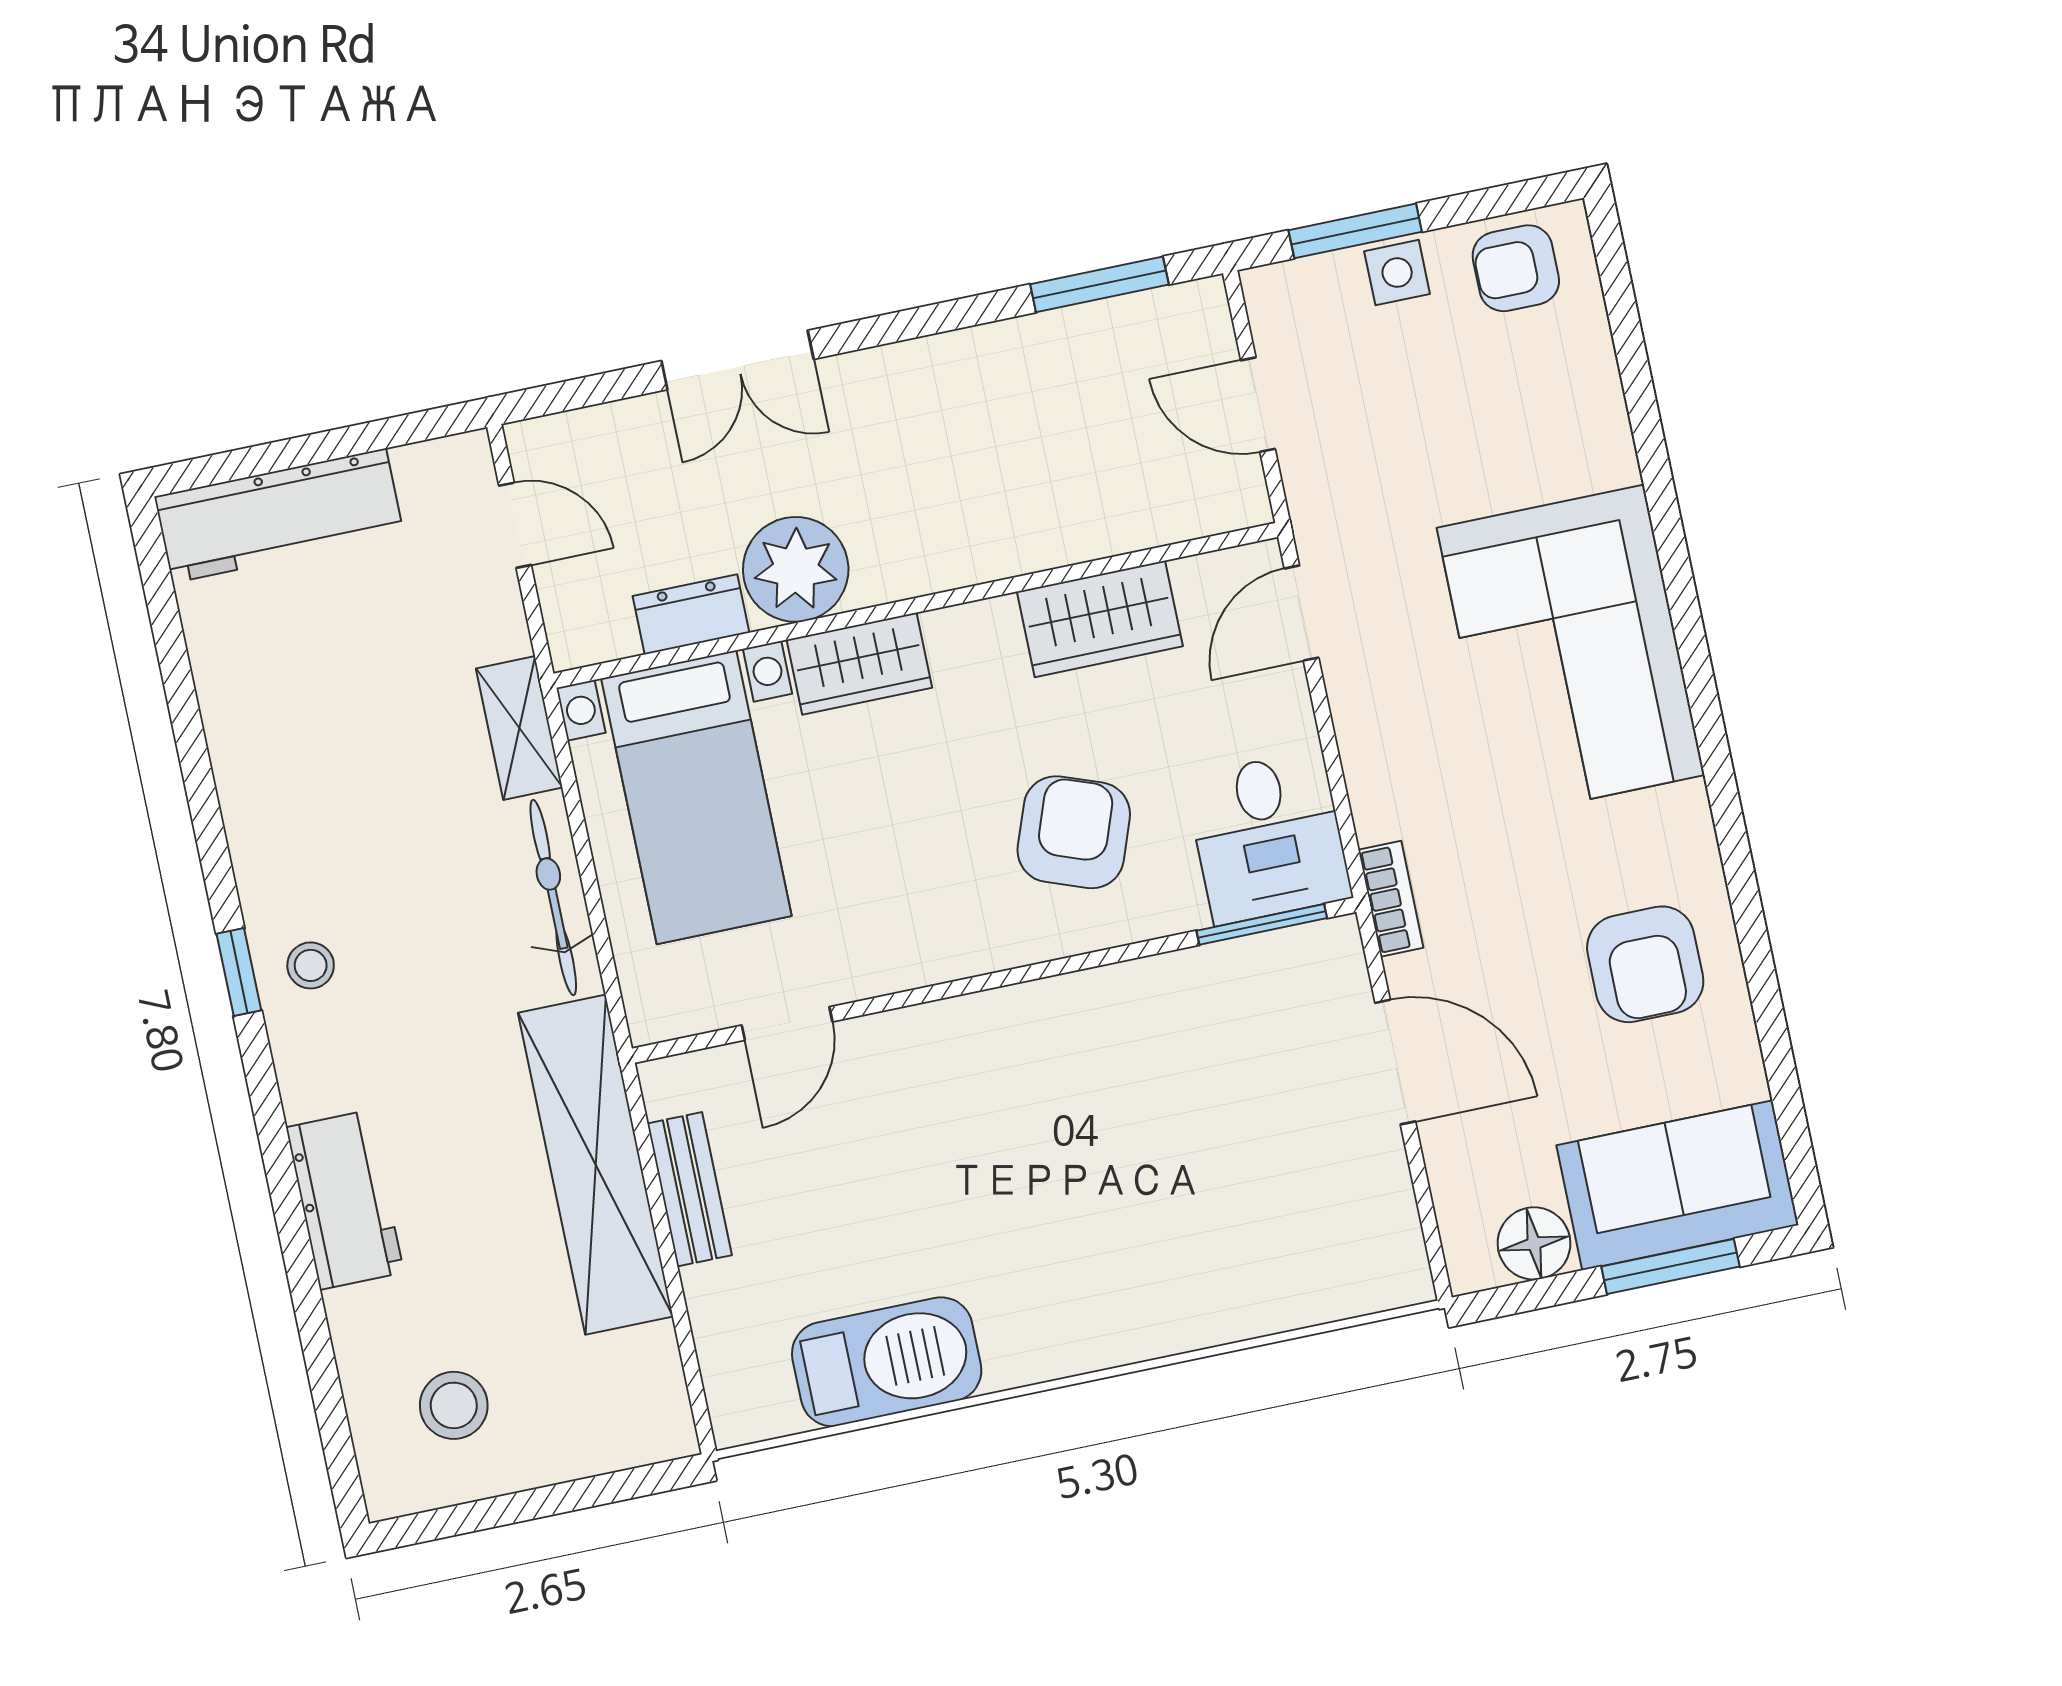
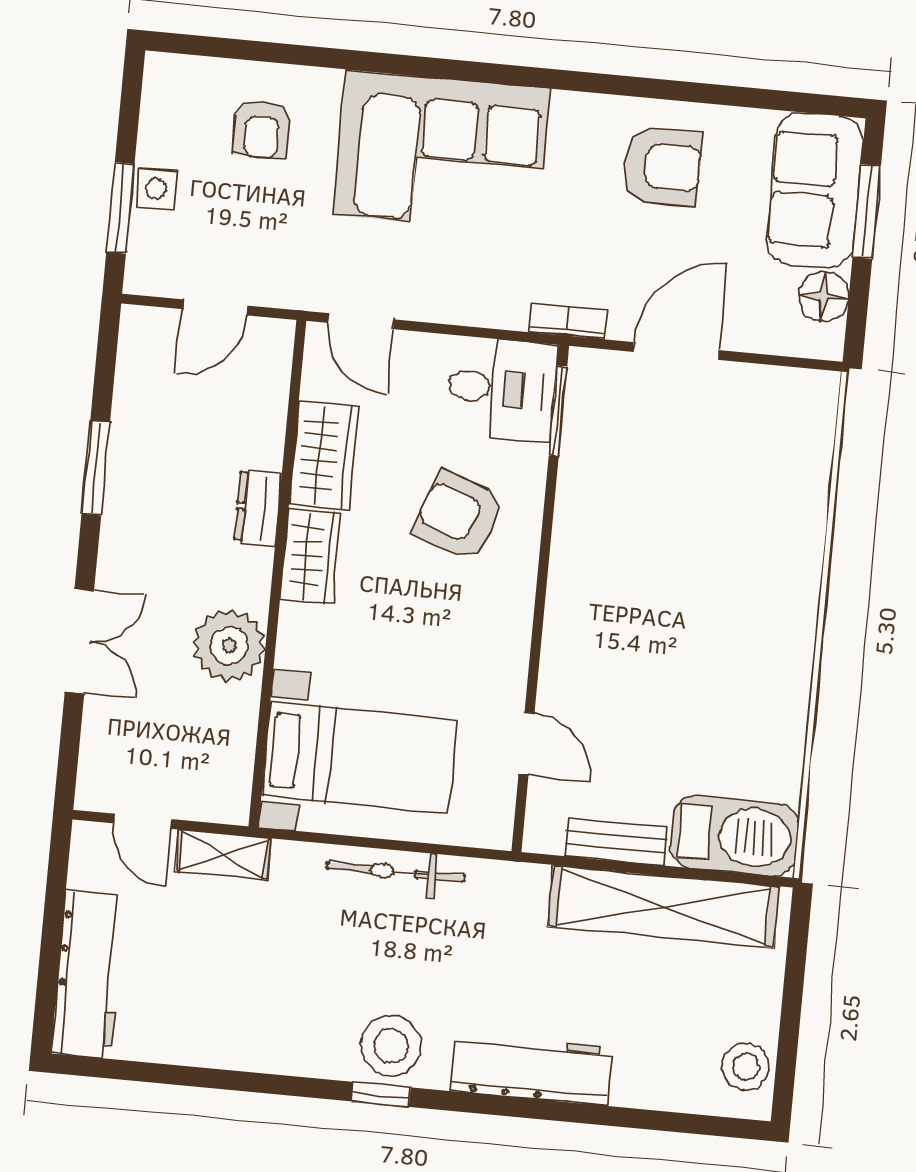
armchair: (1516, 268) -> (262, 129), moved
window: (1099, 284) -> (96, 468), moved
door: (515, 525) -> (143, 821), swing flipped
dresser: (691, 614) -> (258, 508), moved
wardrobe: (859, 664) -> (311, 556), moved
shelving: (519, 728) -> (223, 855), moved
stool: (311, 965) -> (391, 1046), width x1.89, depth x1.89
shelving: (596, 1165) -> (664, 907), moved
workbench: (345, 1200) -> (531, 1069), width x1.38
barbecue: (887, 1362) -> (734, 836), moved, turned 90
stool: (454, 1405) -> (746, 1067), moved

